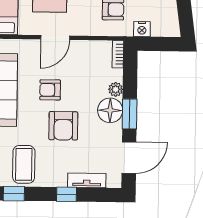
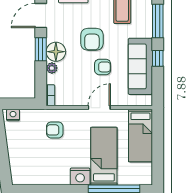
nightstand: (142, 29) -> (13, 115), moved
armchair: (63, 126) -> (92, 39), turned 180

